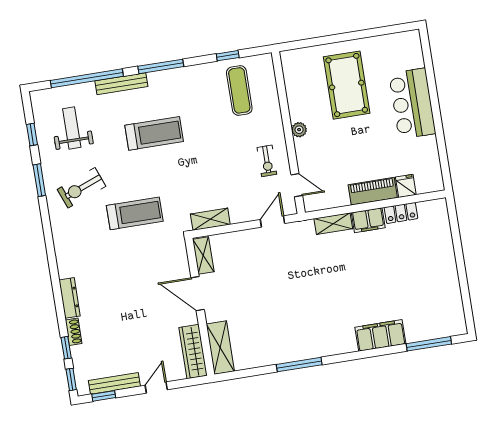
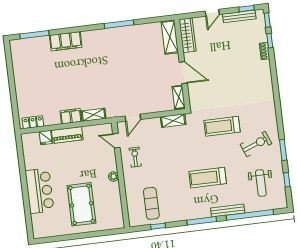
locker: (401, 213) -> (33, 122), moved
dresser: (70, 298) -> (266, 73), removed

